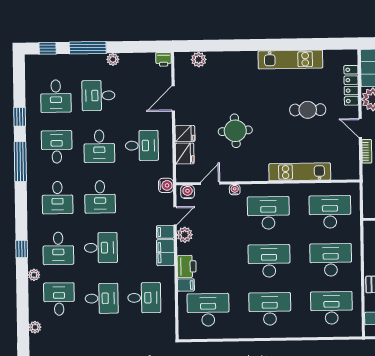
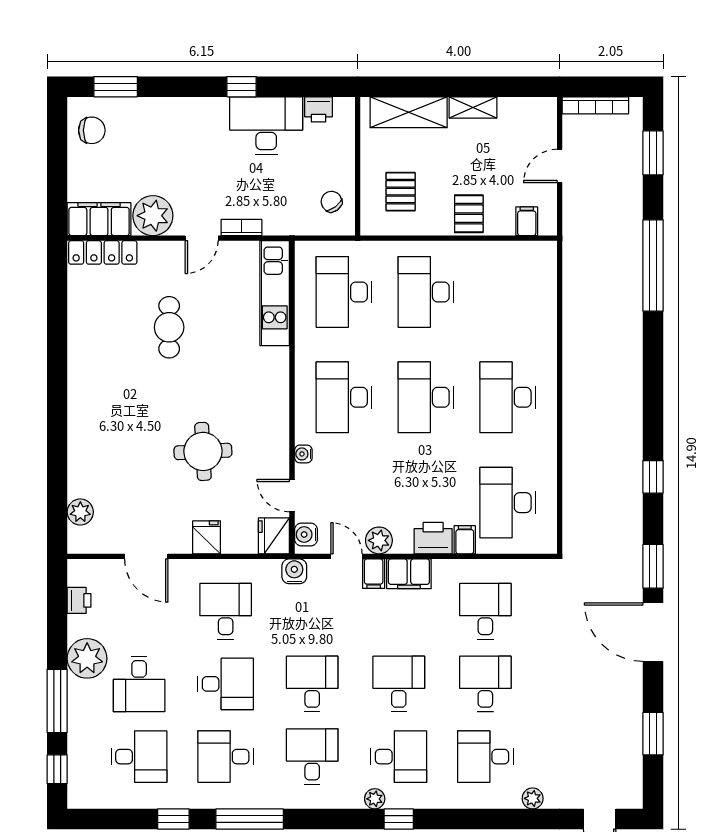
plant: (113, 59) -> (87, 658), width x1.88, depth x1.88
printer: (164, 59) -> (79, 600), moved
kitchen unit: (290, 59) -> (83, 355), removed
locker: (351, 85) -> (103, 252), moved
fridge: (185, 154) -> (274, 536), moved, turned -90
kitchen unit: (300, 172) -> (275, 293), moved
desk: (100, 197) -> (312, 684), turned -90
desk: (57, 198) -> (312, 757), turned -90
plant: (34, 275) -> (375, 799), moved
desk: (332, 308) -> (508, 292), removed

